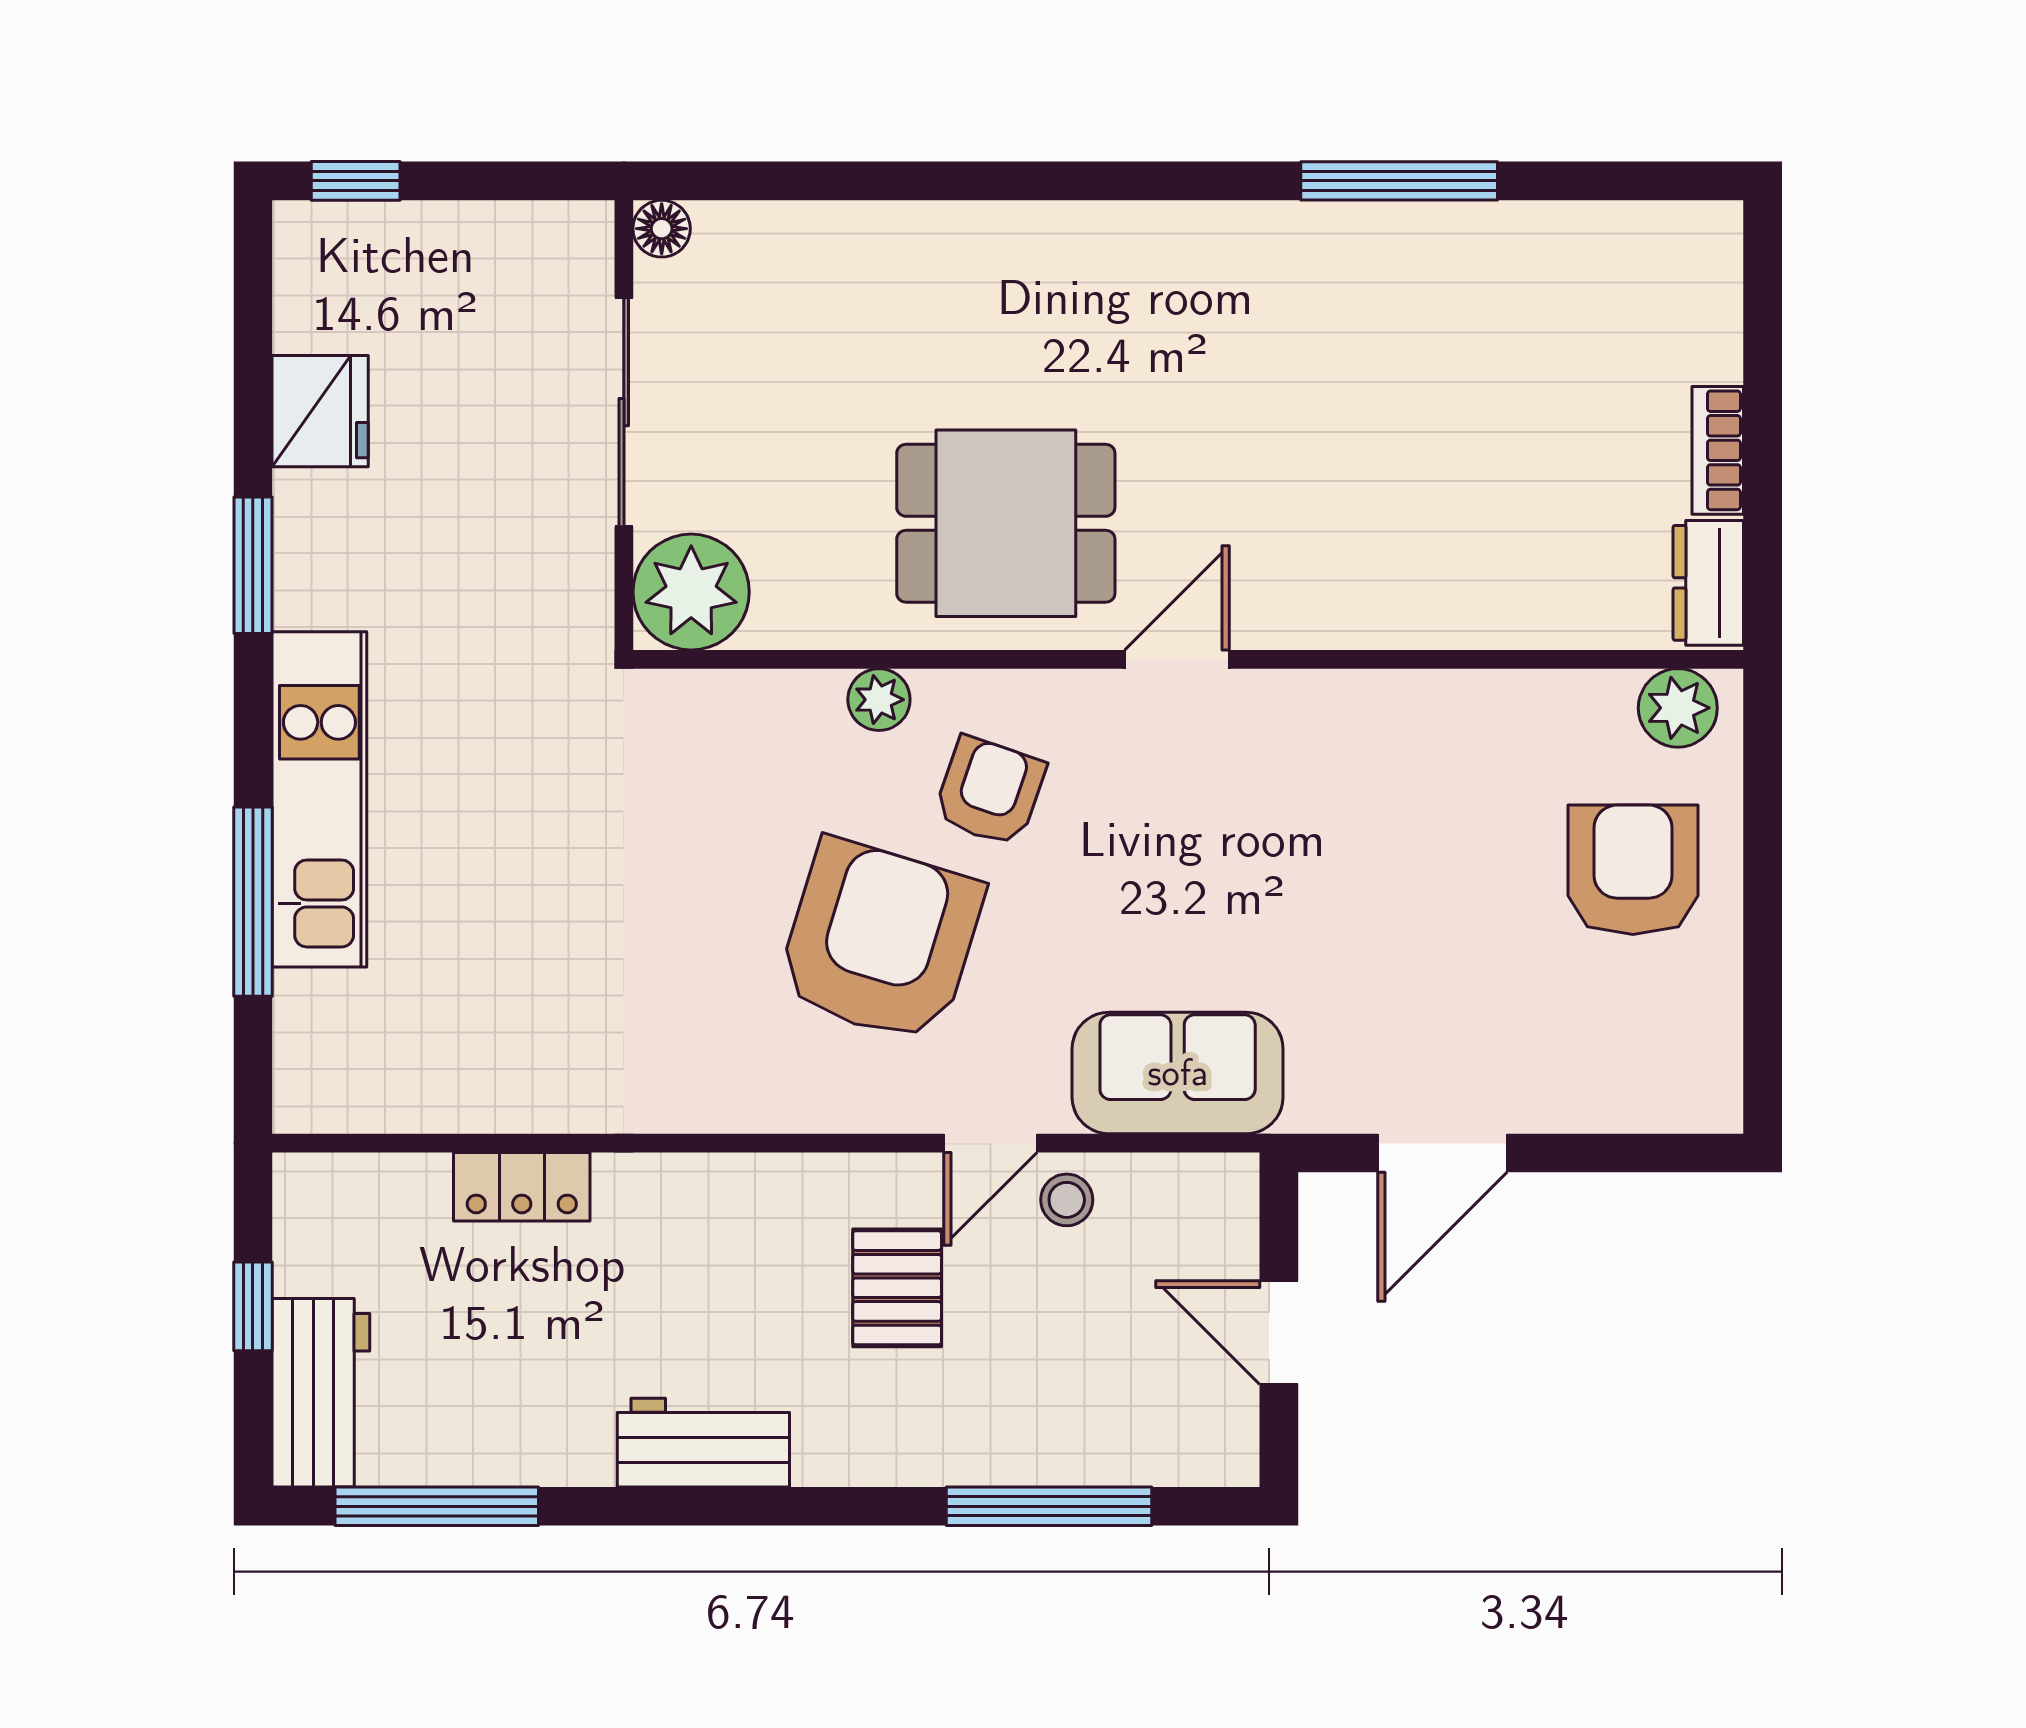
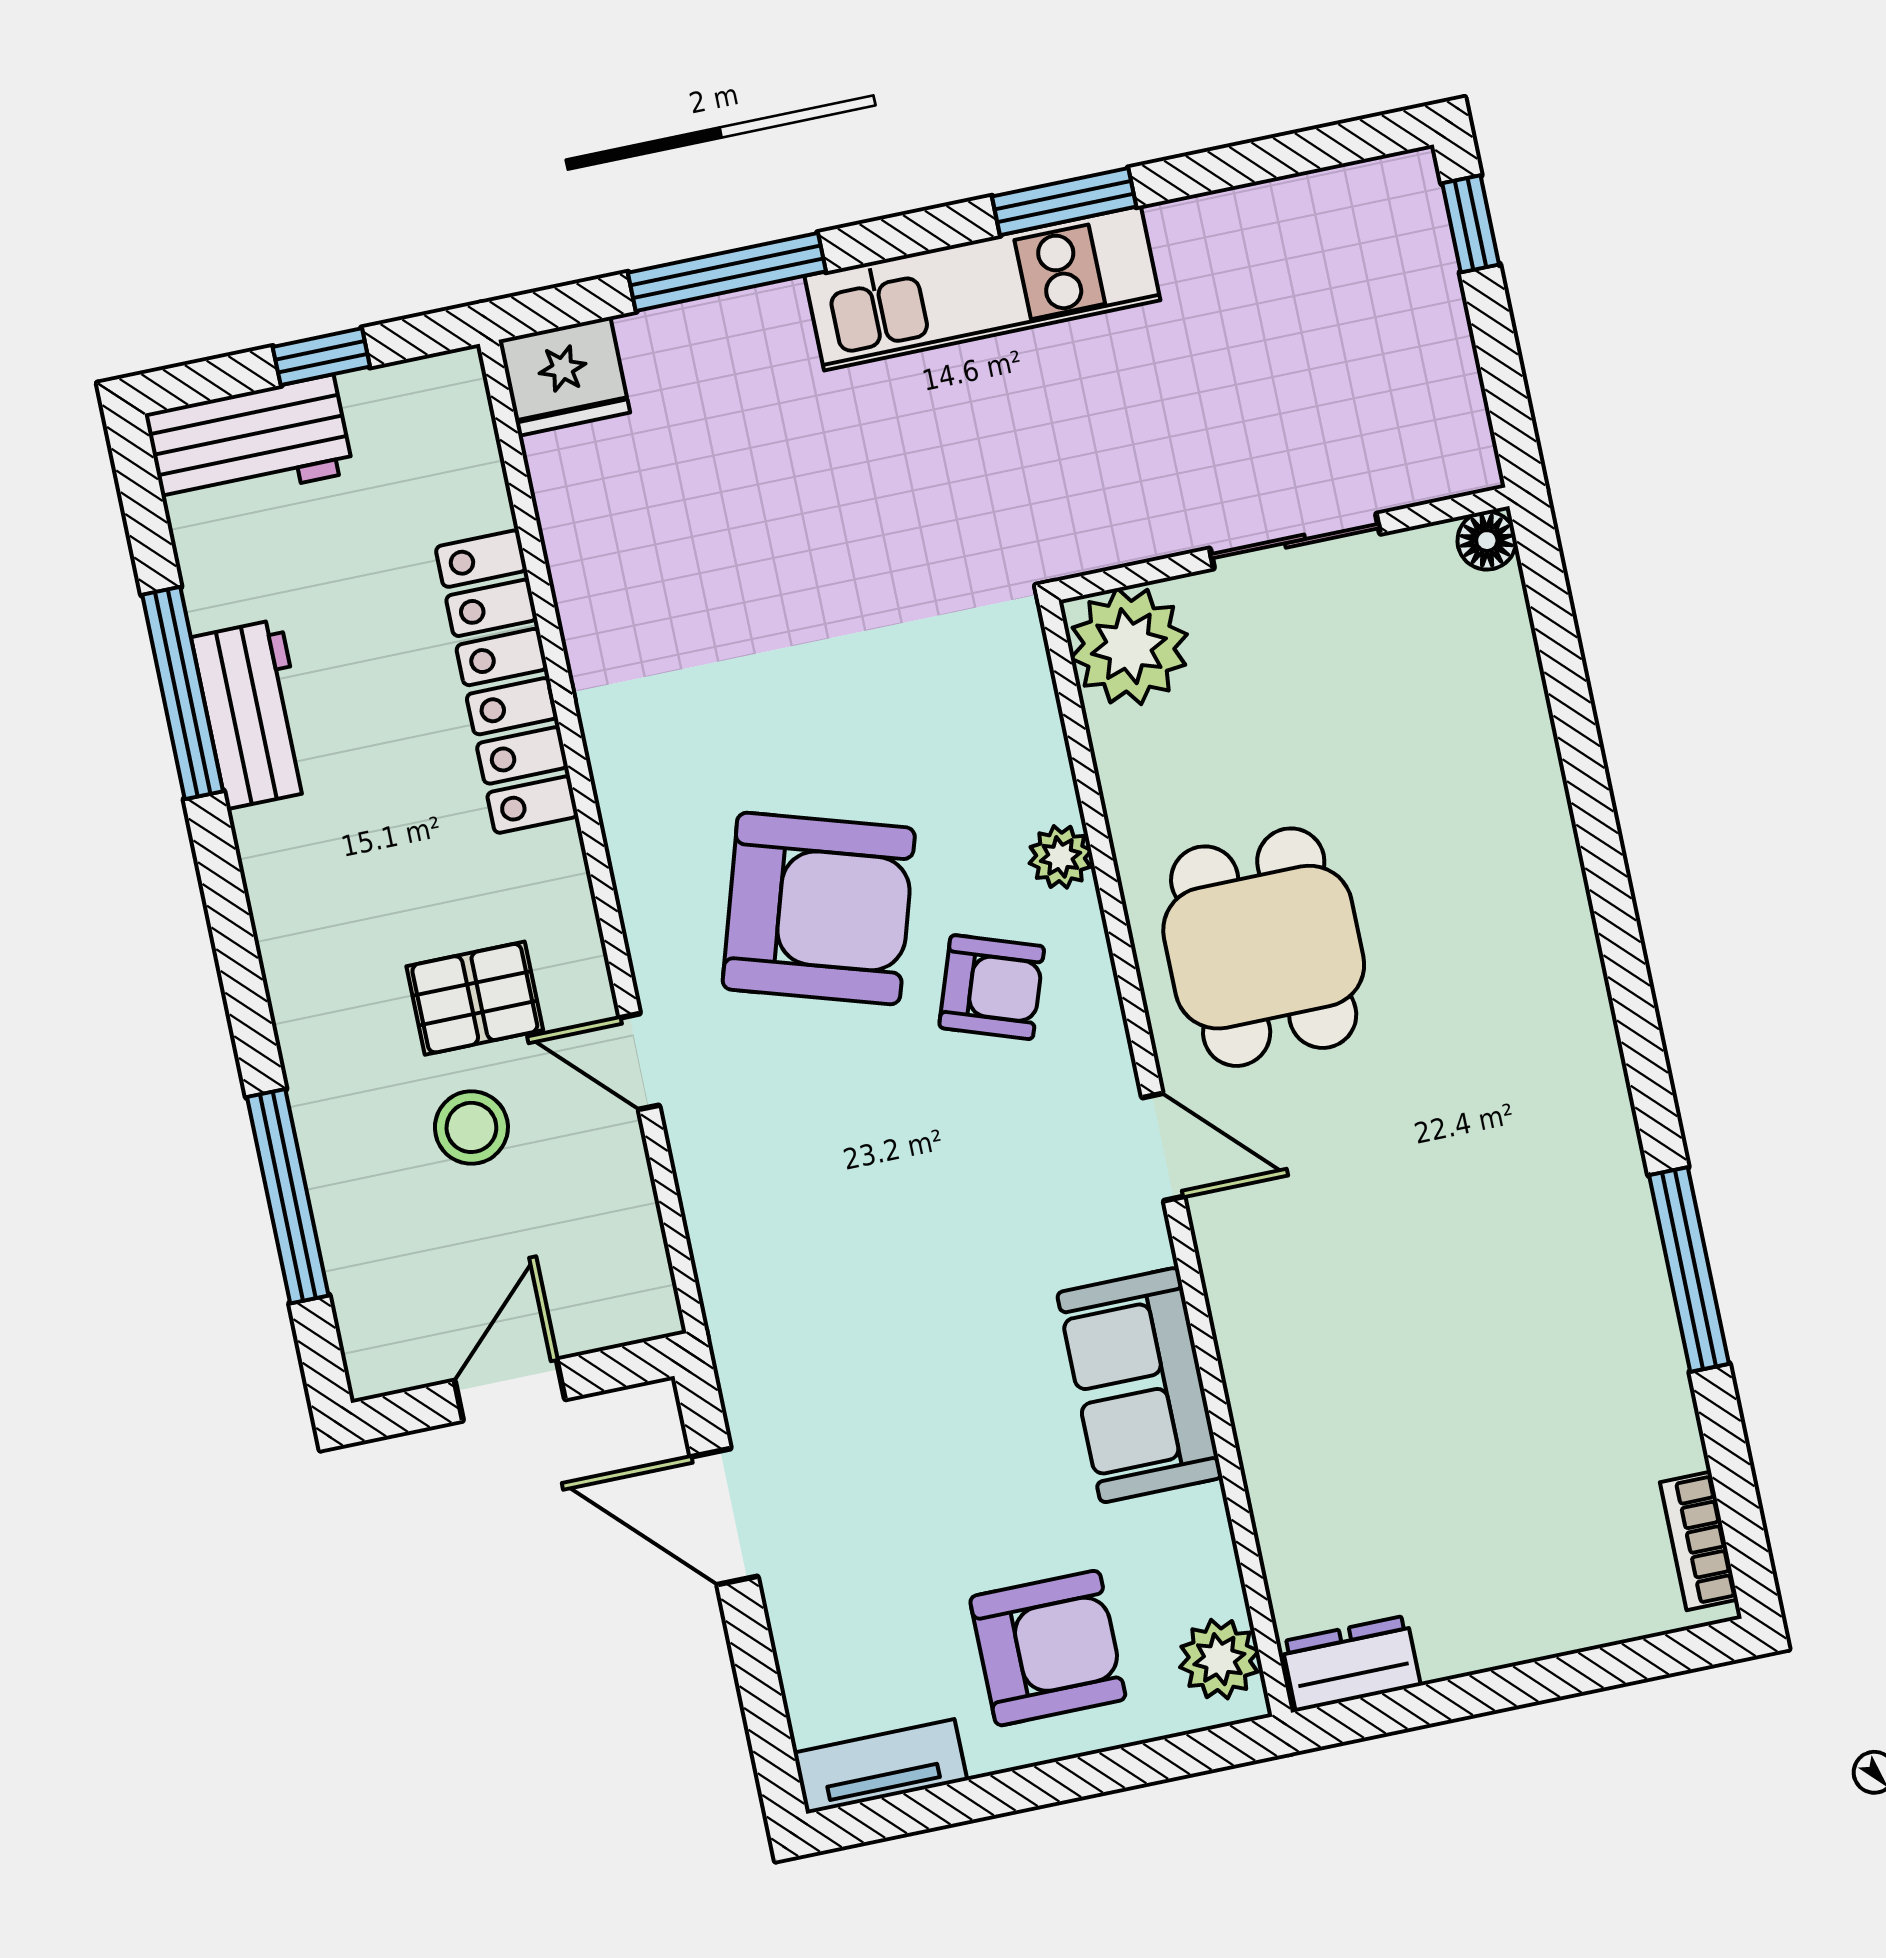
fridge: (320, 411) -> (564, 376), moved
sliding door: (624, 412) -> (1295, 541), width x0.73
bookcase: (1718, 450) -> (1699, 1541), moved, turned -90
kitchen unit: (319, 799) -> (982, 288), moved
tv unit: (1713, 1053) -> (880, 1766), added
sofa: (1178, 1073) -> (1140, 1385), moved, turned 180
locker: (522, 1187) -> (507, 682), width x2.16, depth x1.21
stool: (1067, 1200) -> (471, 1127), moved, width x1.37, depth x1.37
workbench: (703, 1443) -> (253, 714), moved
window: (437, 1506) -> (183, 693), moved

